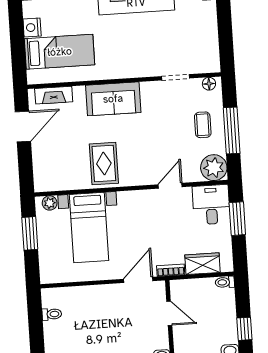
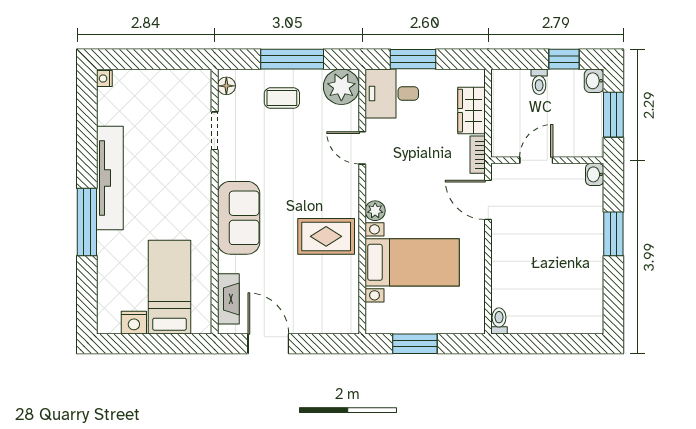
plant: (50, 203) -> (375, 211), moved
toilet: (225, 282) -> (539, 82), moved
toilet: (52, 314) -> (499, 321), moved

